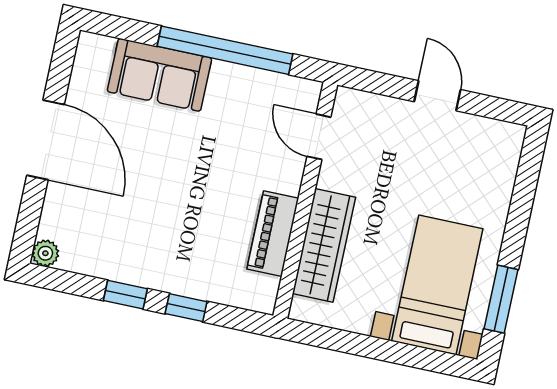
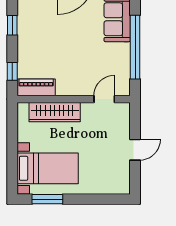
piano: (273, 234) -> (36, 87), moved
window: (186, 308) -> (12, 71), moved

